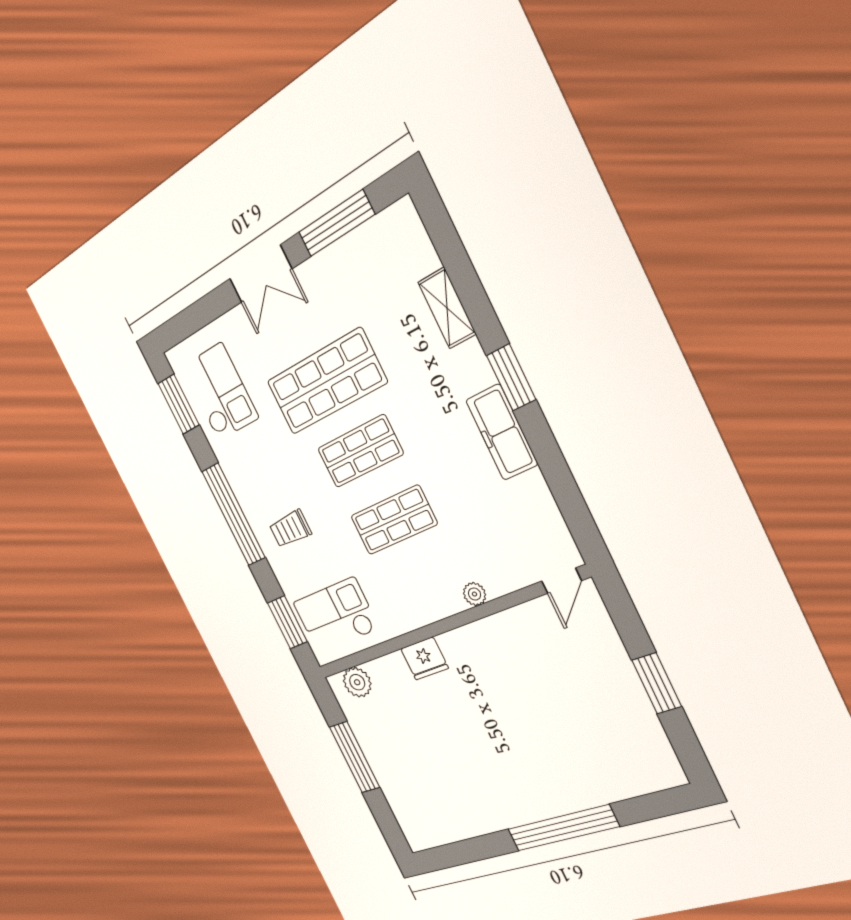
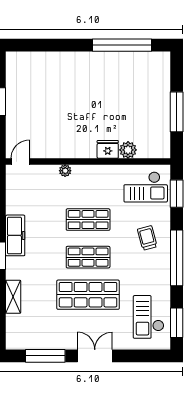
trolley: (290, 529) -> (147, 238), turned -105
plant: (357, 682) -> (128, 150), moved
window: (563, 828) -> (122, 45), moved

